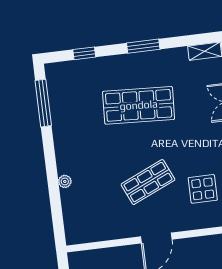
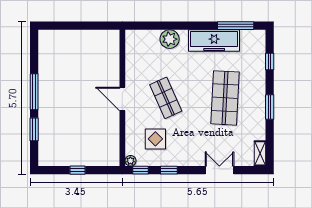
freezer: (66, 129) -> (214, 41), added
plant: (65, 181) -> (170, 39), width x1.88, depth x1.88

